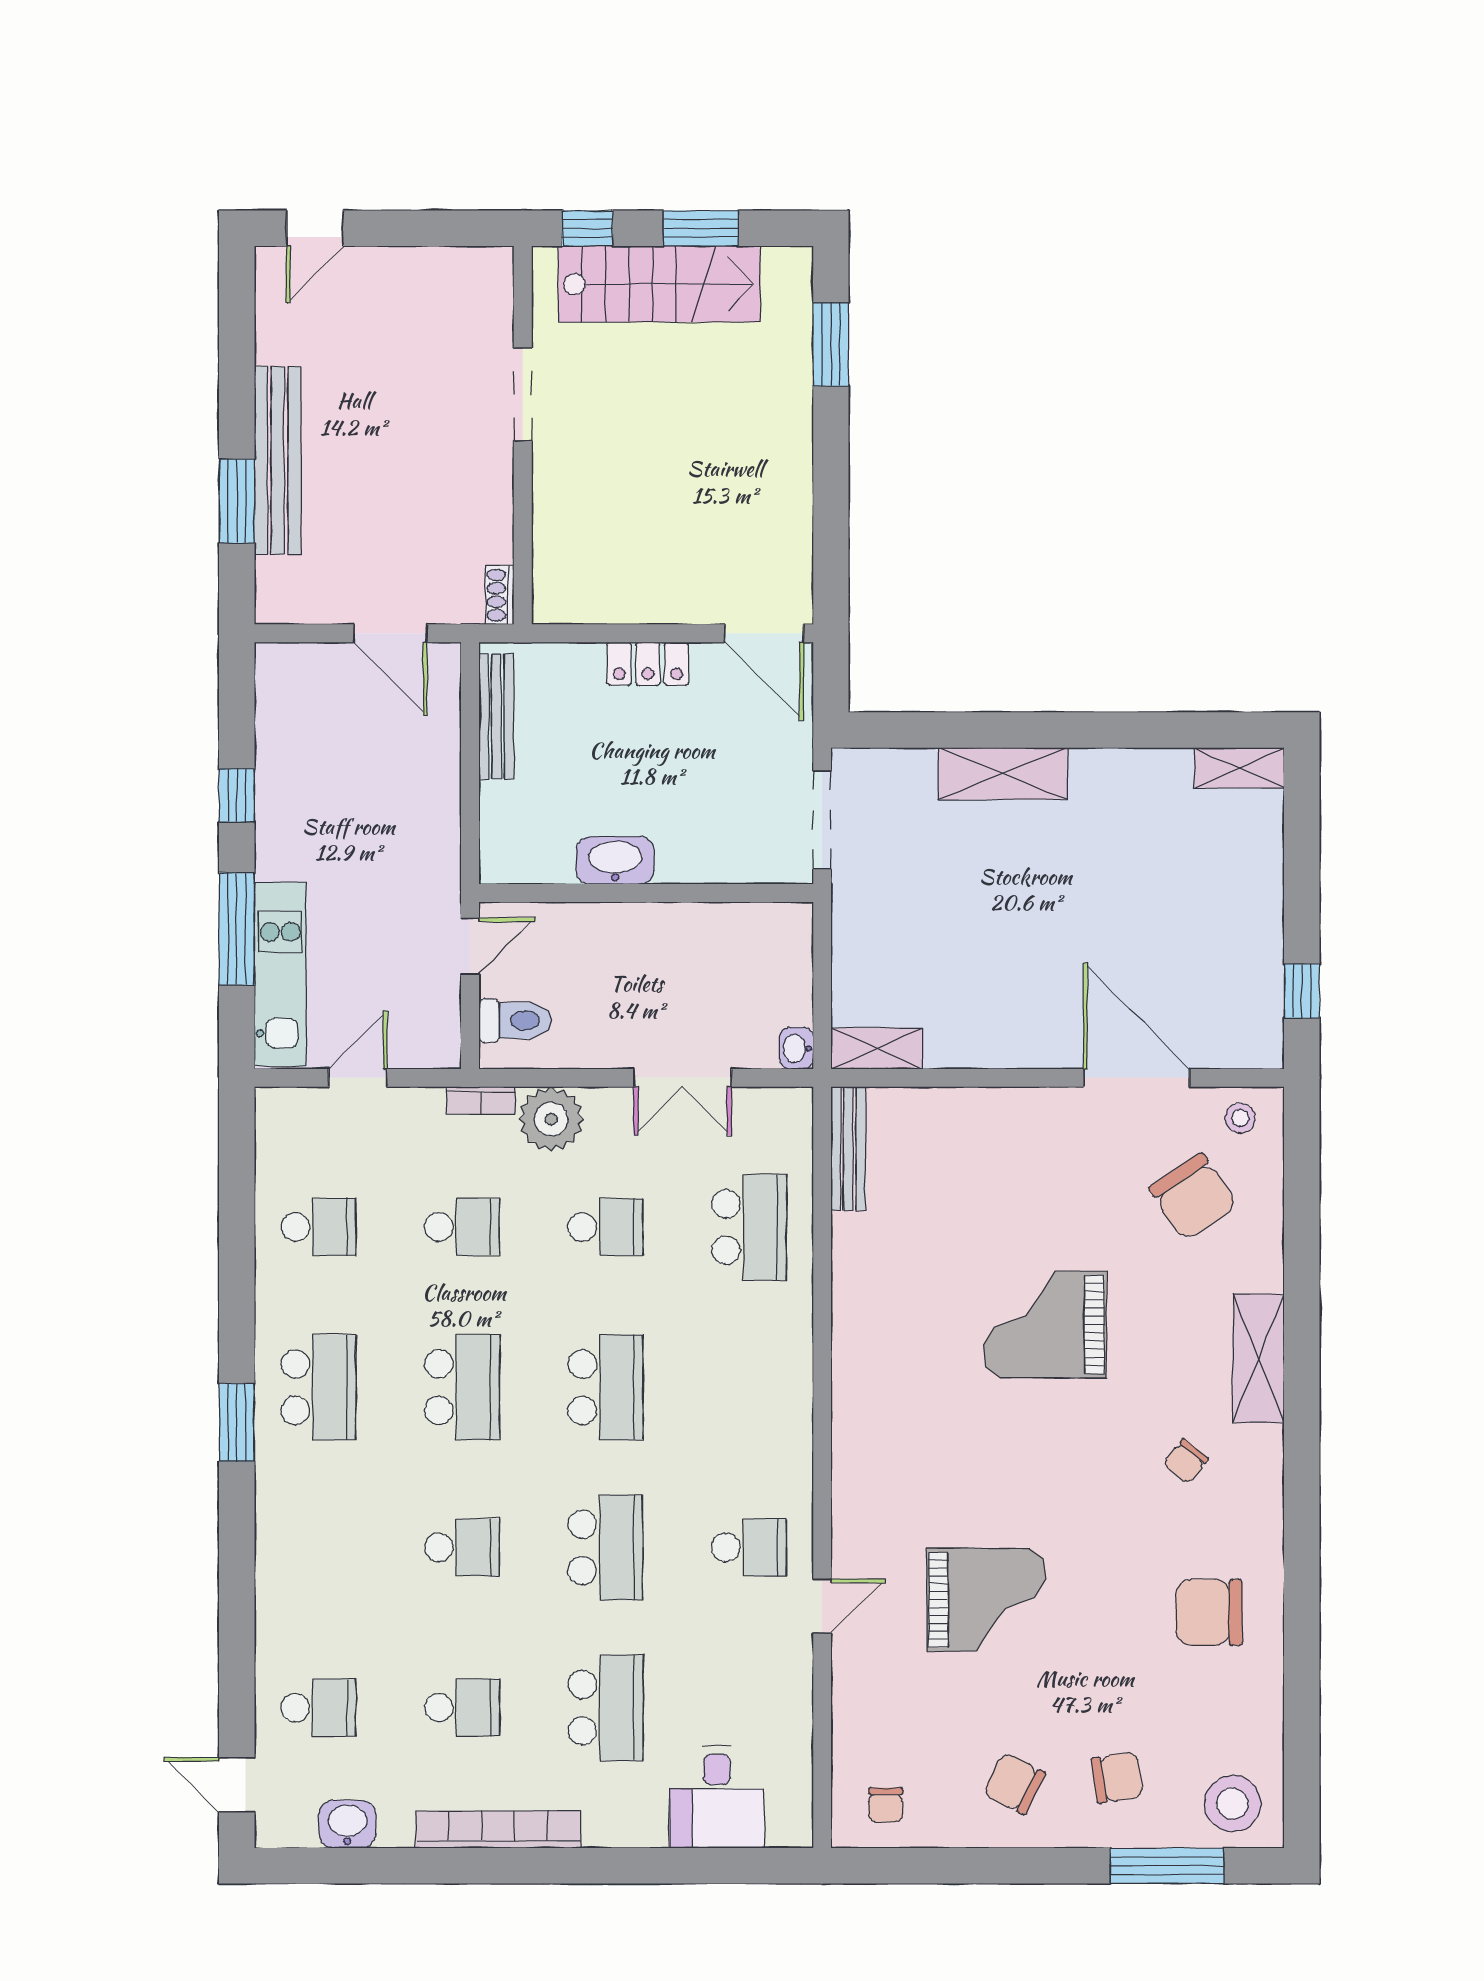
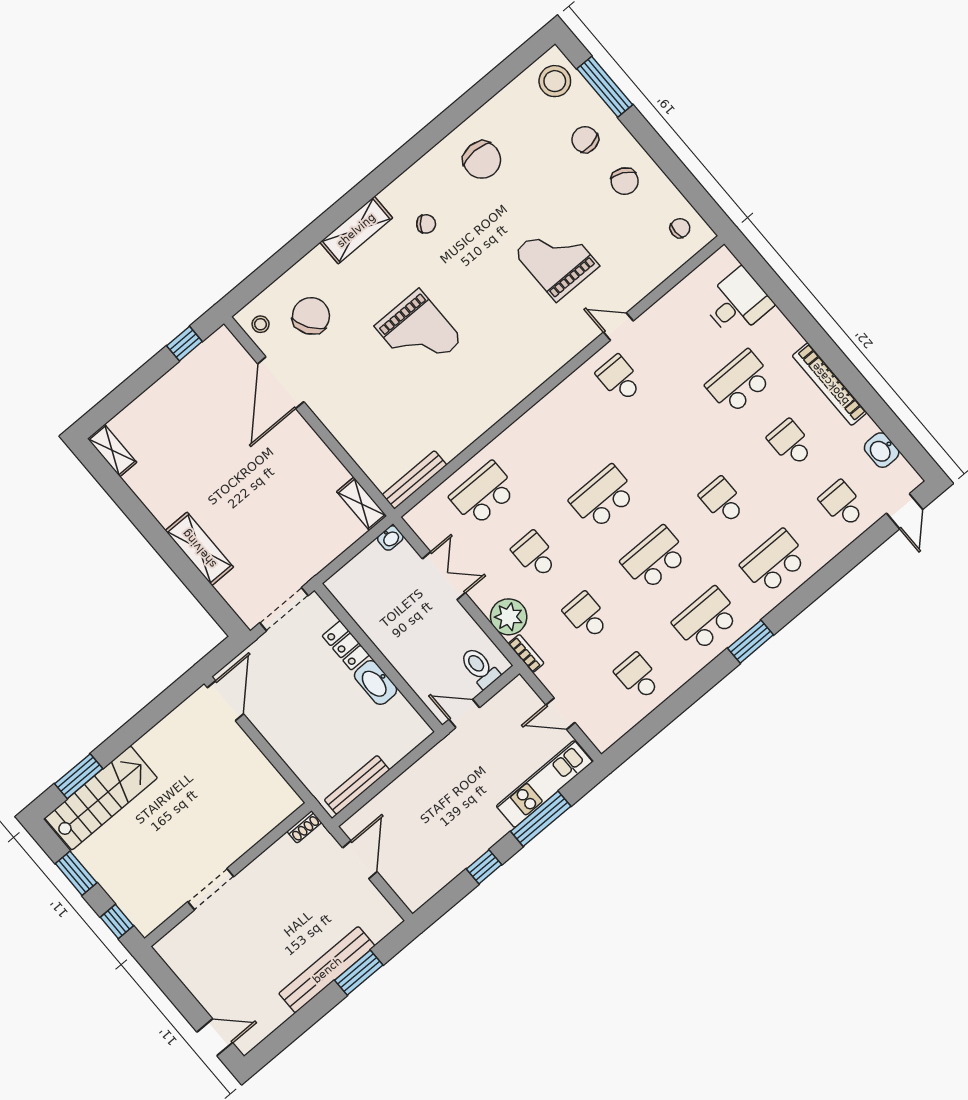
stairs: (659, 284) -> (101, 798), moved, turned 90
locker: (648, 664) -> (346, 645), moved, turned 180
school desk: (606, 1547) -> (774, 562), moved

